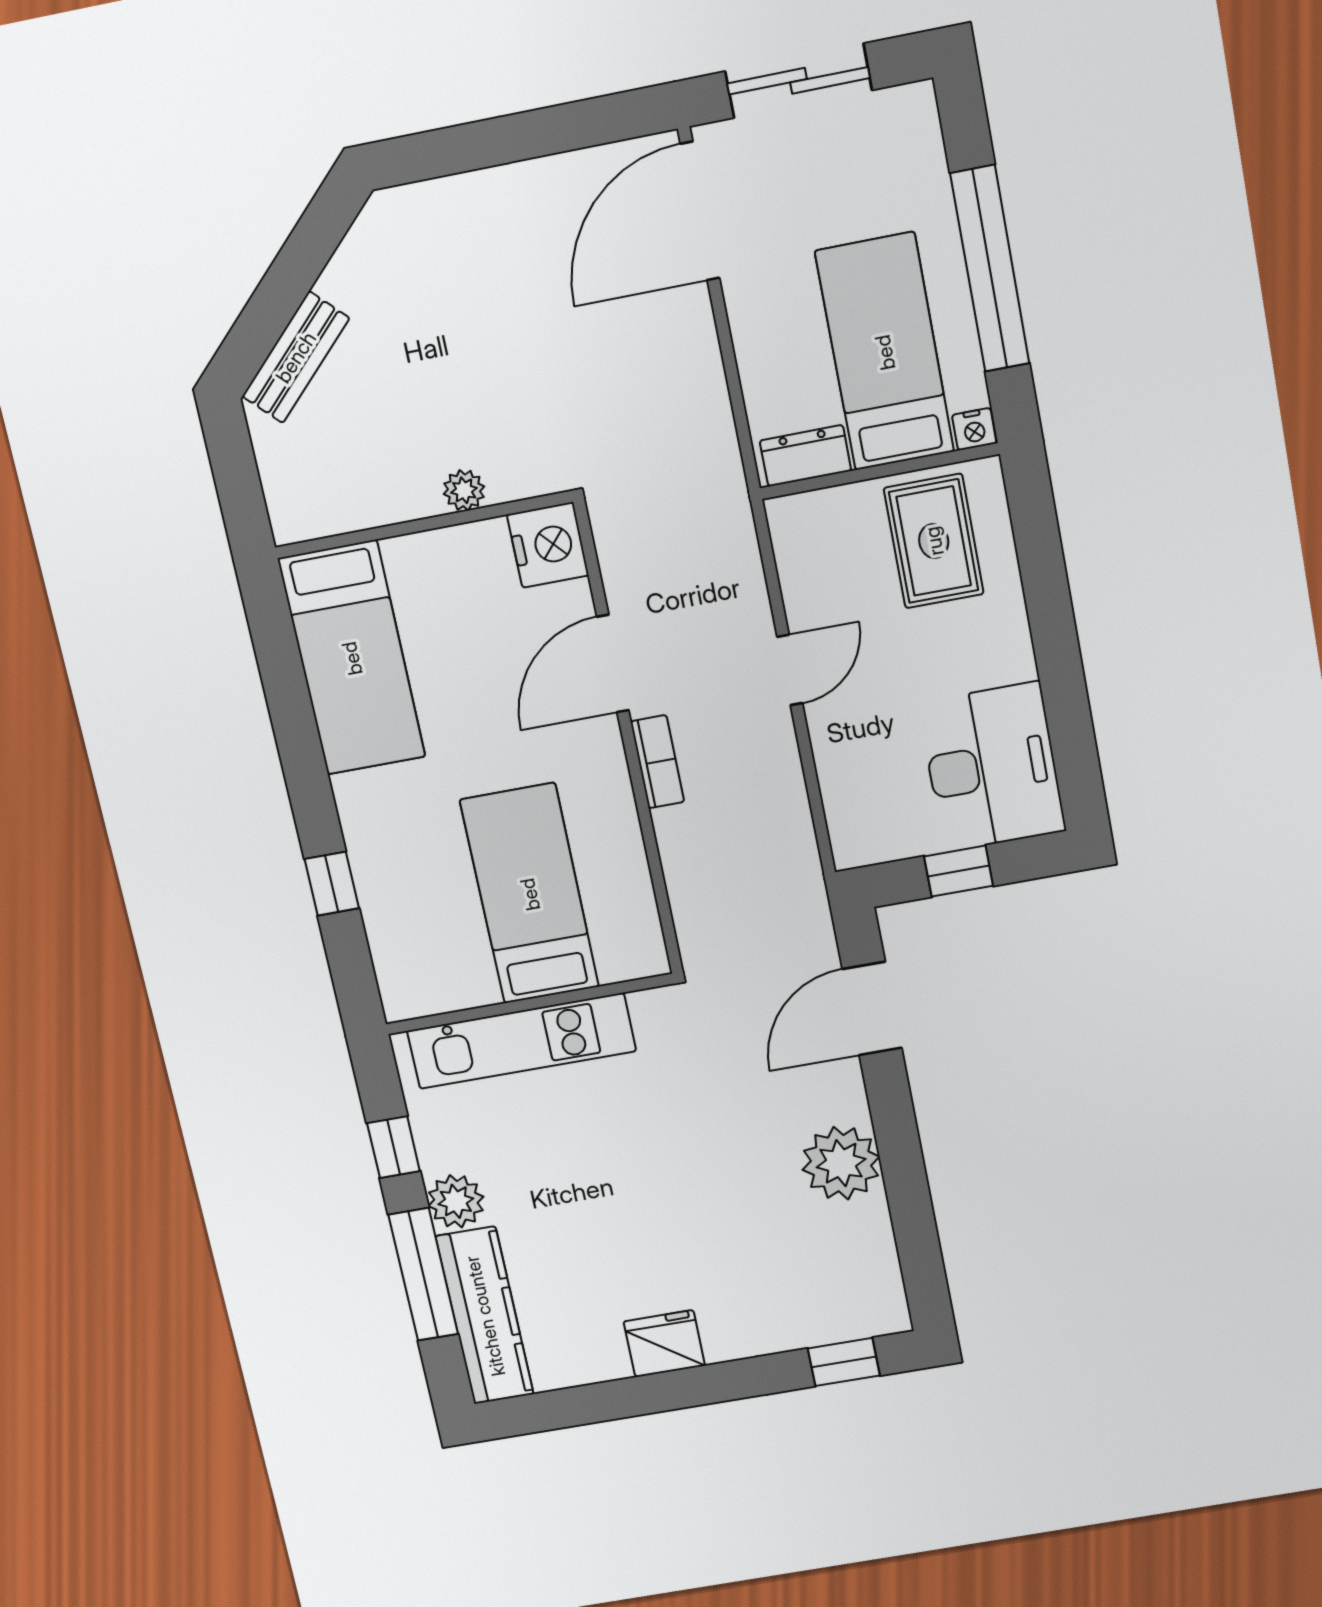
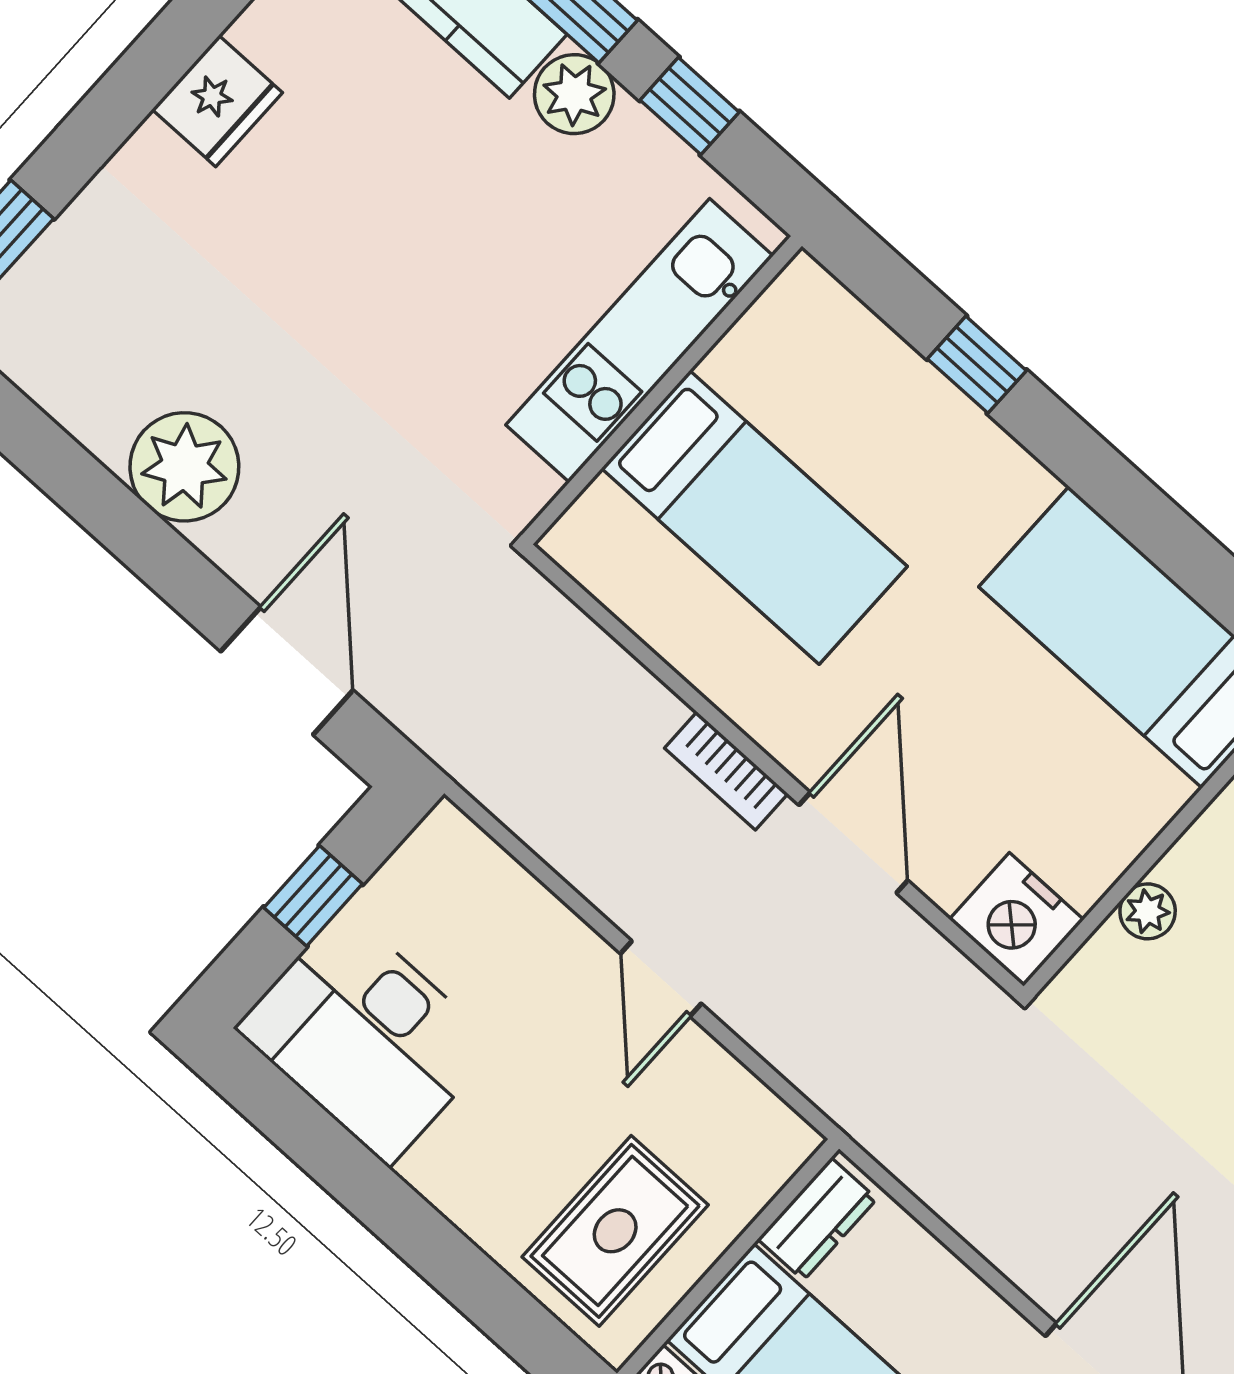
rug: (934, 541) -> (615, 1231), turned 90

